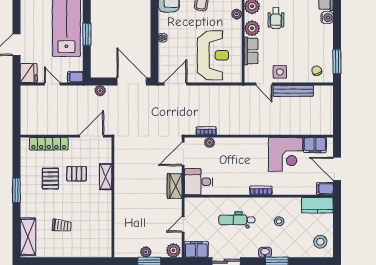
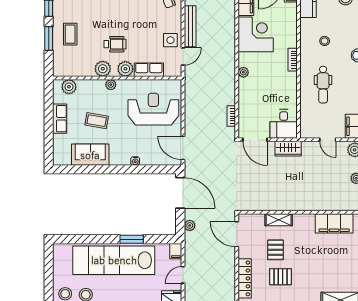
door: (132, 81) -> (180, 193), swing flipped
plant: (210, 143) -> (243, 72), moved
trolley: (62, 226) -> (329, 265), removed
filing cabinet: (102, 231) -> (334, 223), added

